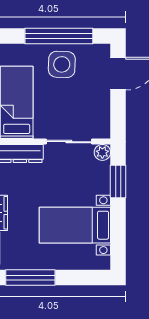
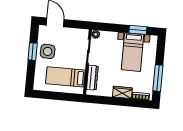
window: (59, 36) -> (33, 52), width x0.47
window: (118, 182) -> (138, 30), moved

